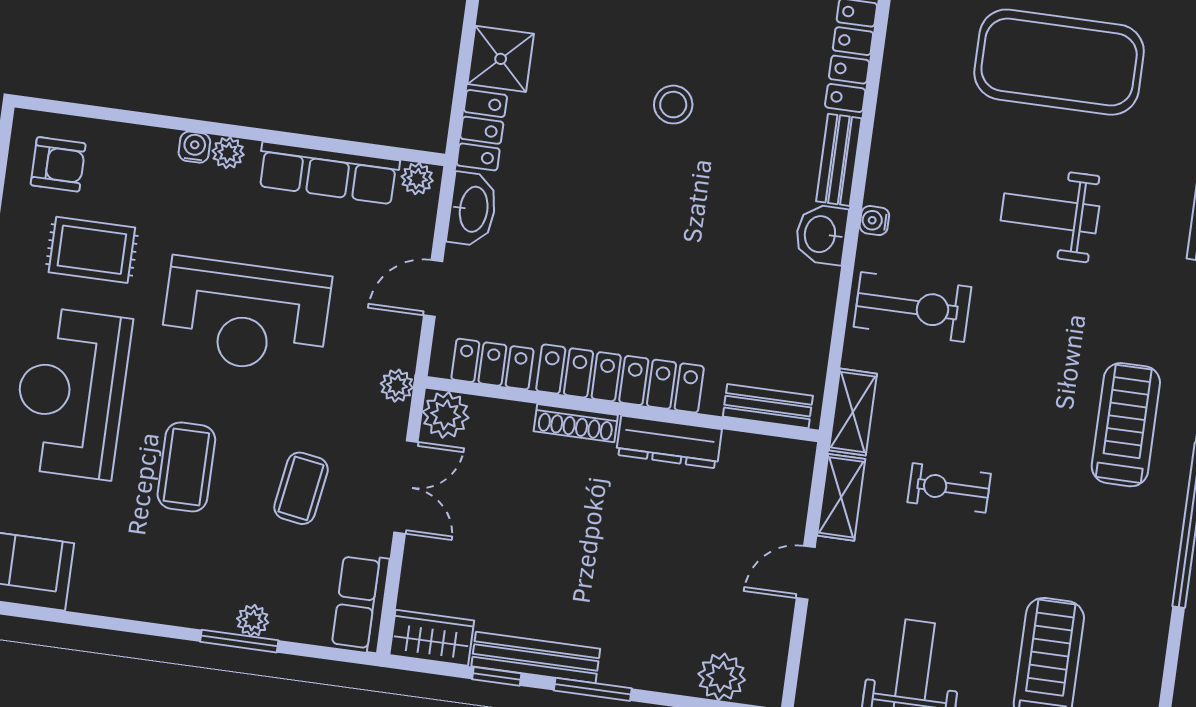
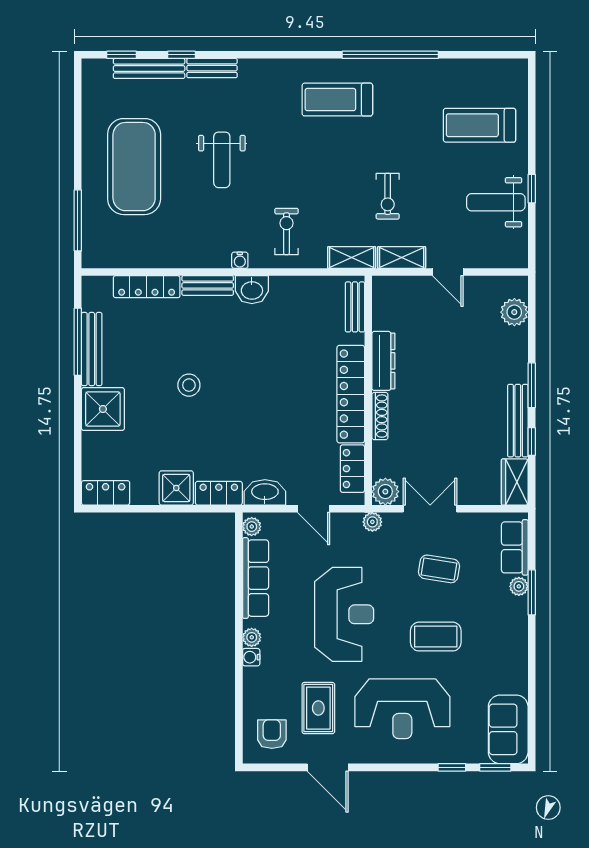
exercise bike: (913, 307) -> (287, 231), width x0.73, depth x0.72
row of seats: (361, 603) -> (515, 547), moved, turned 90

